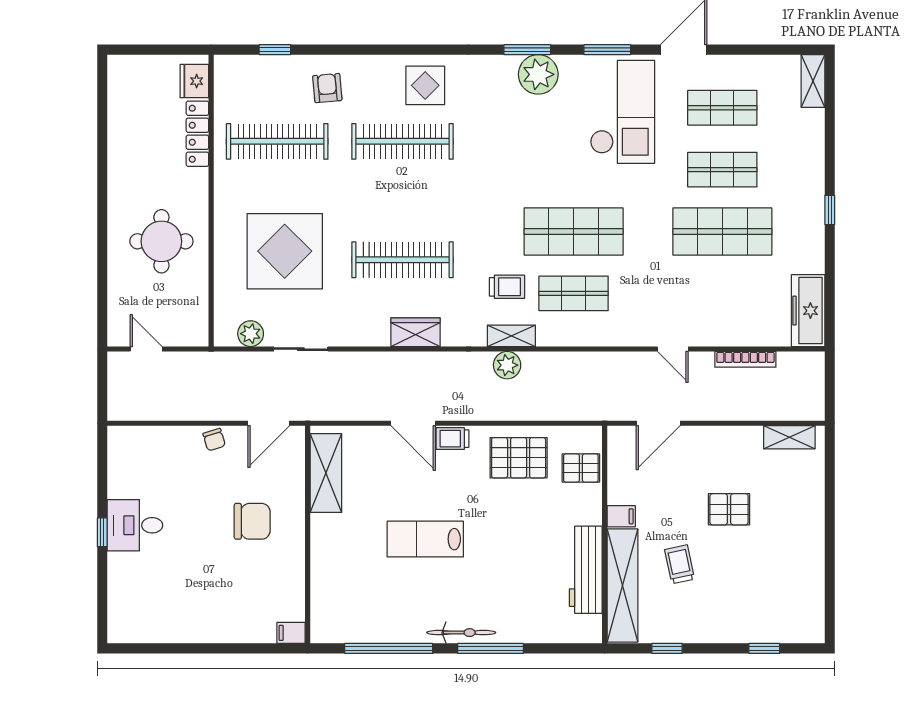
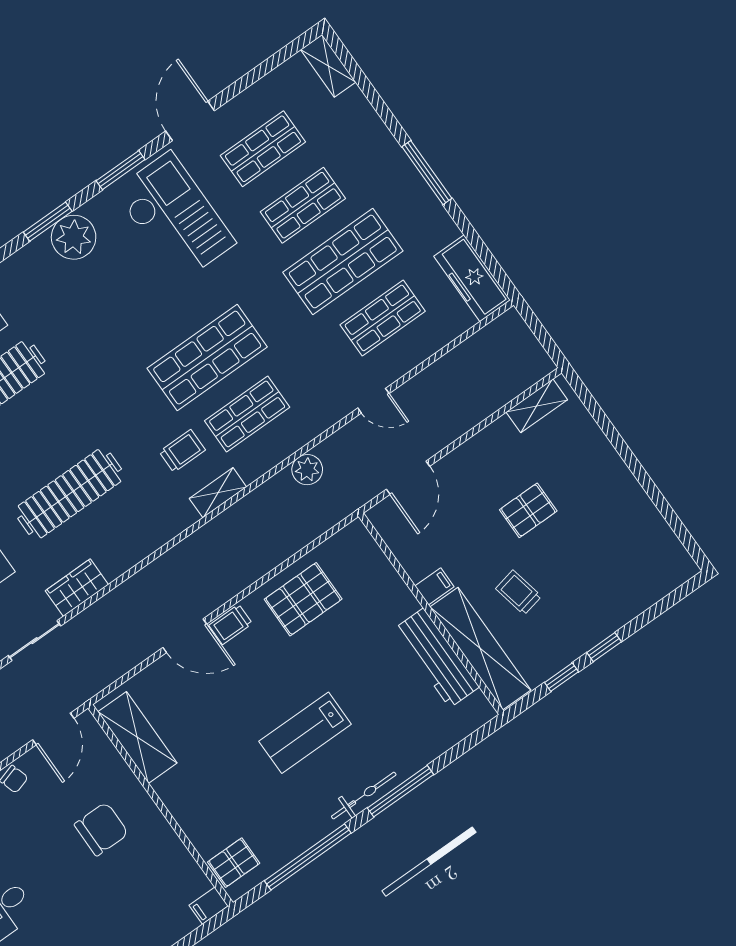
window: (830, 210) -> (427, 173), width x2.17
shop shelf: (722, 293) -> (383, 318), added
wardrobe: (415, 332) -> (77, 588), moved
bookcase: (745, 359) -> (446, 363), removed
plant: (507, 365) -> (307, 470), moved
pallet: (581, 468) -> (234, 863), moved
lab bench: (425, 539) -> (305, 733), moved
window: (764, 648) -> (604, 647), moved

